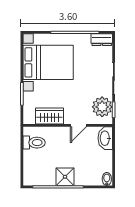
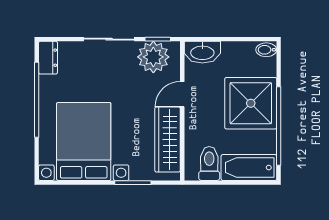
wardrobe: (49, 116) -> (168, 140), width x1.50
door: (78, 125) -> (182, 94), swing flipped
bathtub: (32, 168) -> (249, 168), added
shower: (65, 177) -> (251, 103), width x1.86, depth x1.86

